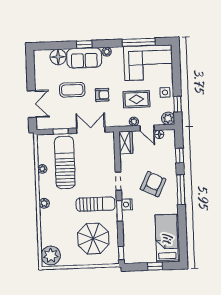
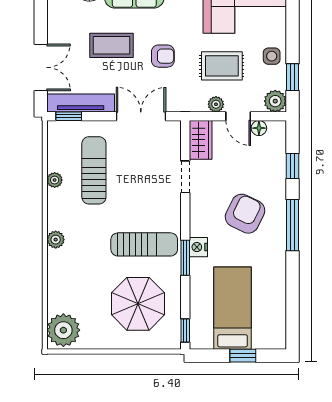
tv unit: (56, 124) -> (81, 103), added
window: (61, 131) -> (69, 116), moved
sun lounger: (65, 162) -> (94, 170), width x0.73, depth x0.75
doorway: (118, 181) -> (185, 177), moved
bed: (167, 238) -> (233, 308), moved

